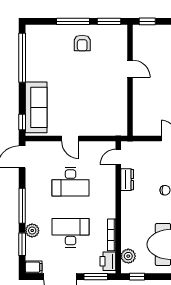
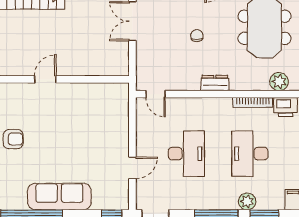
sofa: (36, 107) -> (59, 197), moved
door: (70, 139) -> (132, 168), moved
dresser: (127, 180) -> (215, 83), moved

